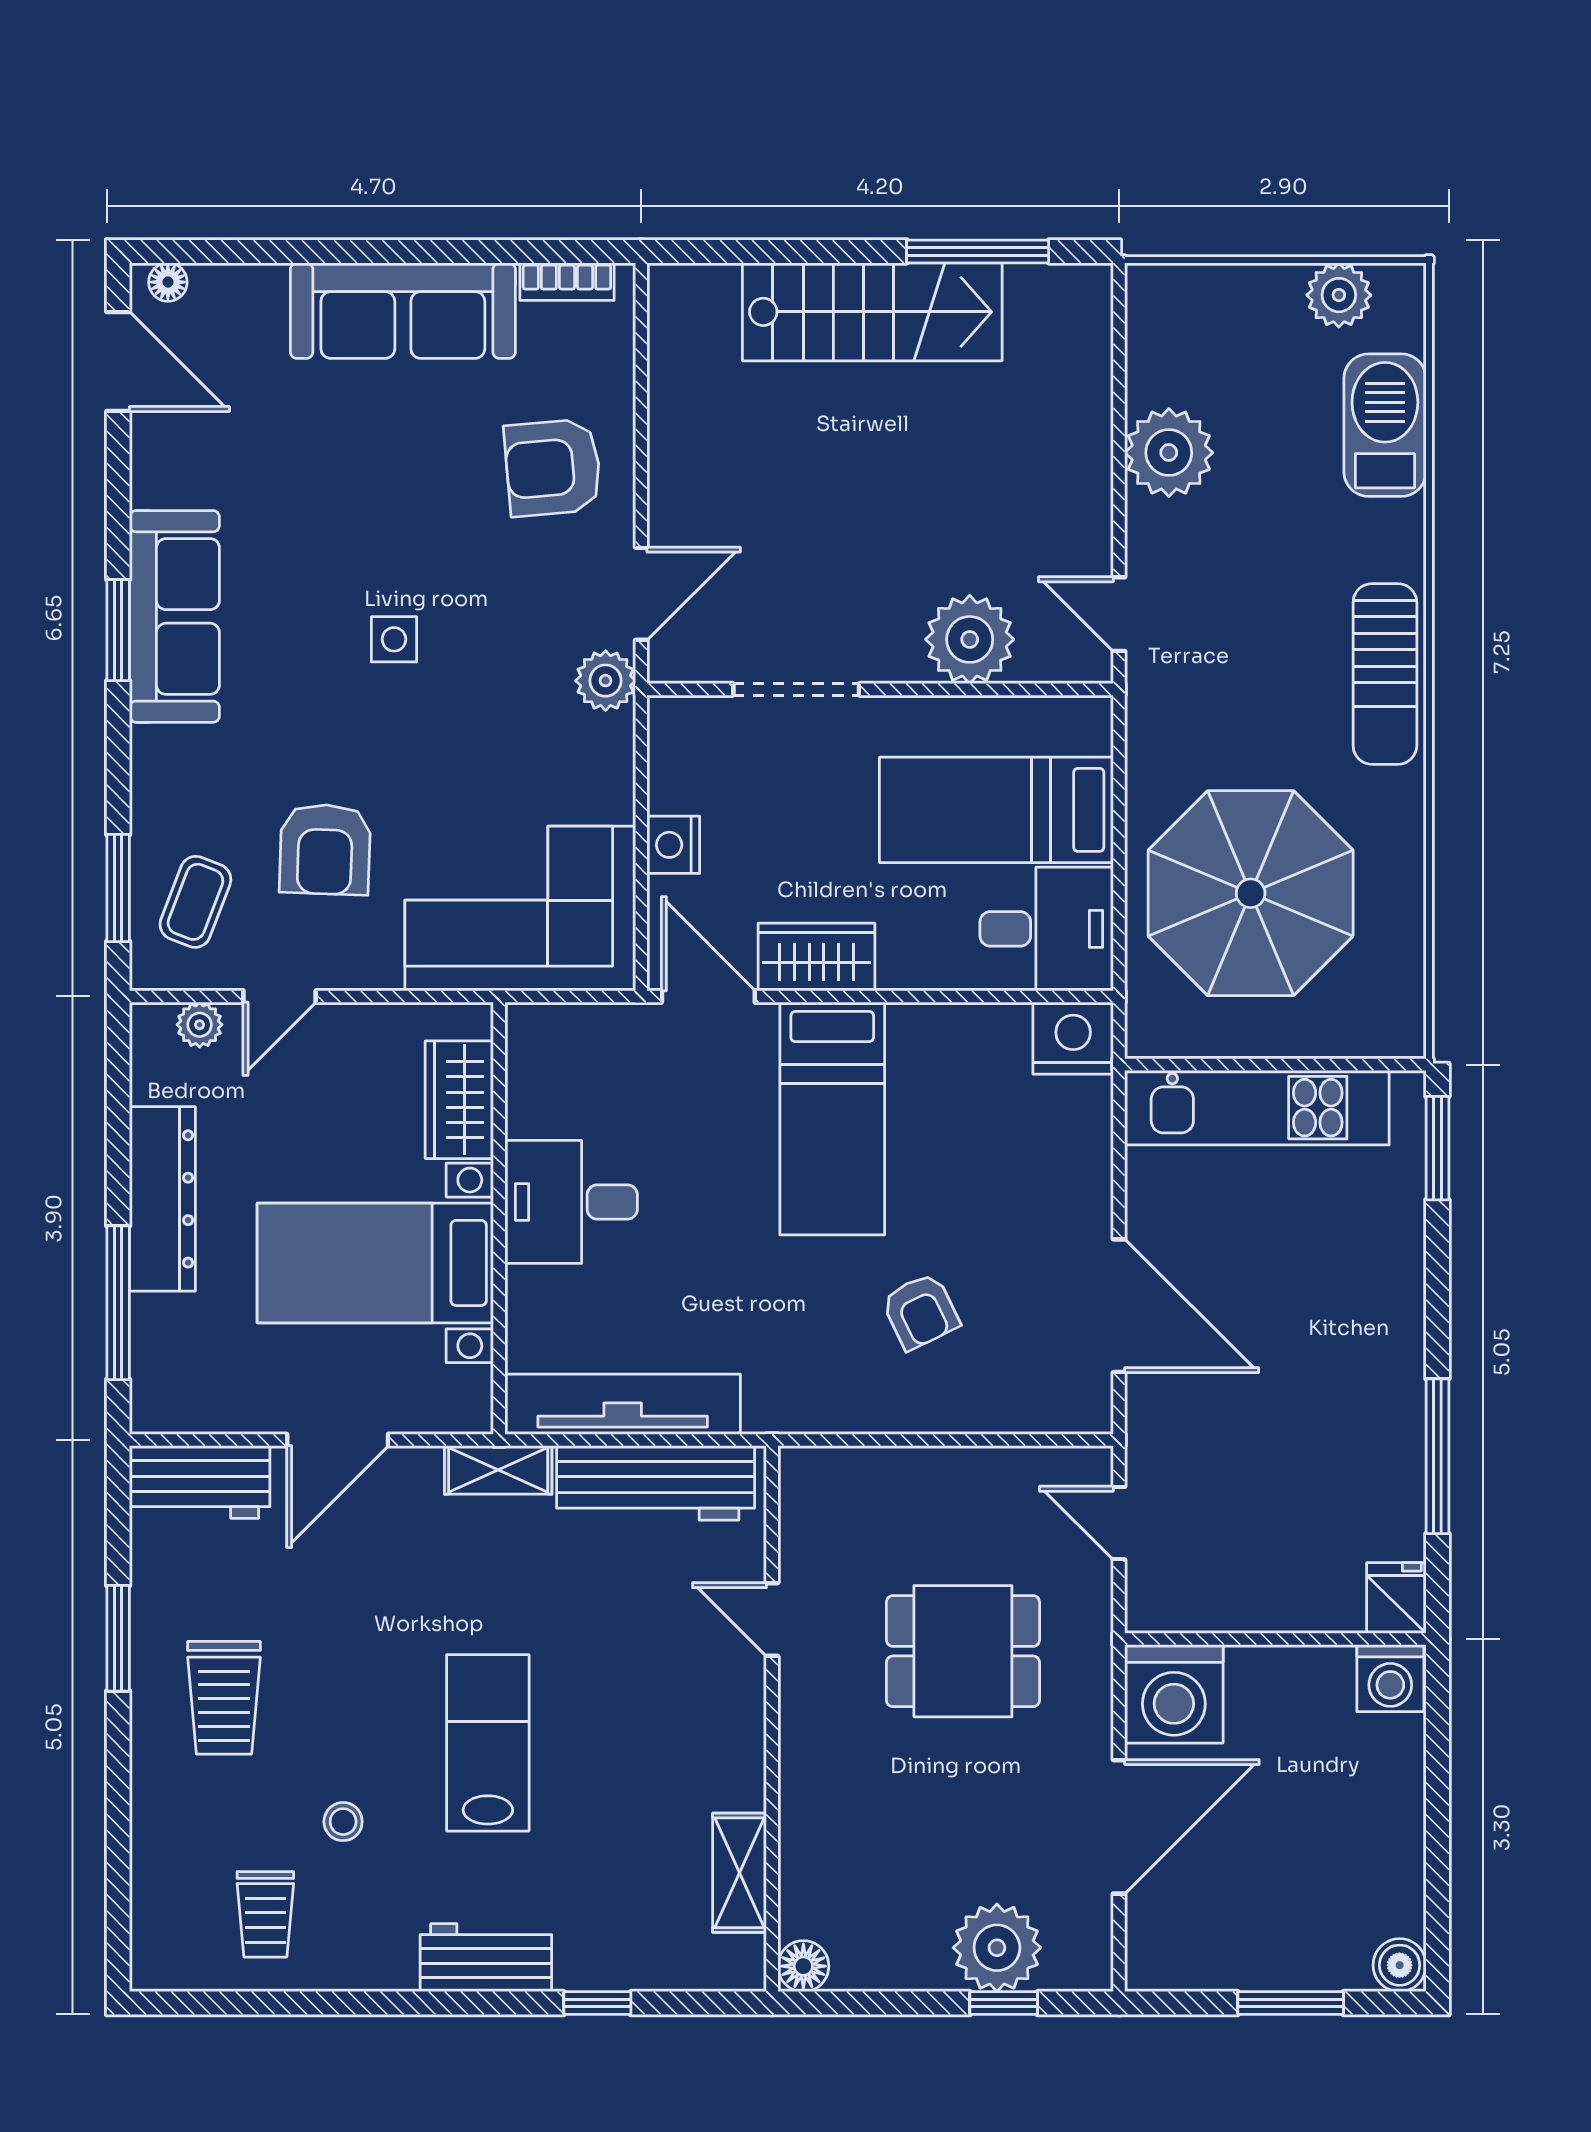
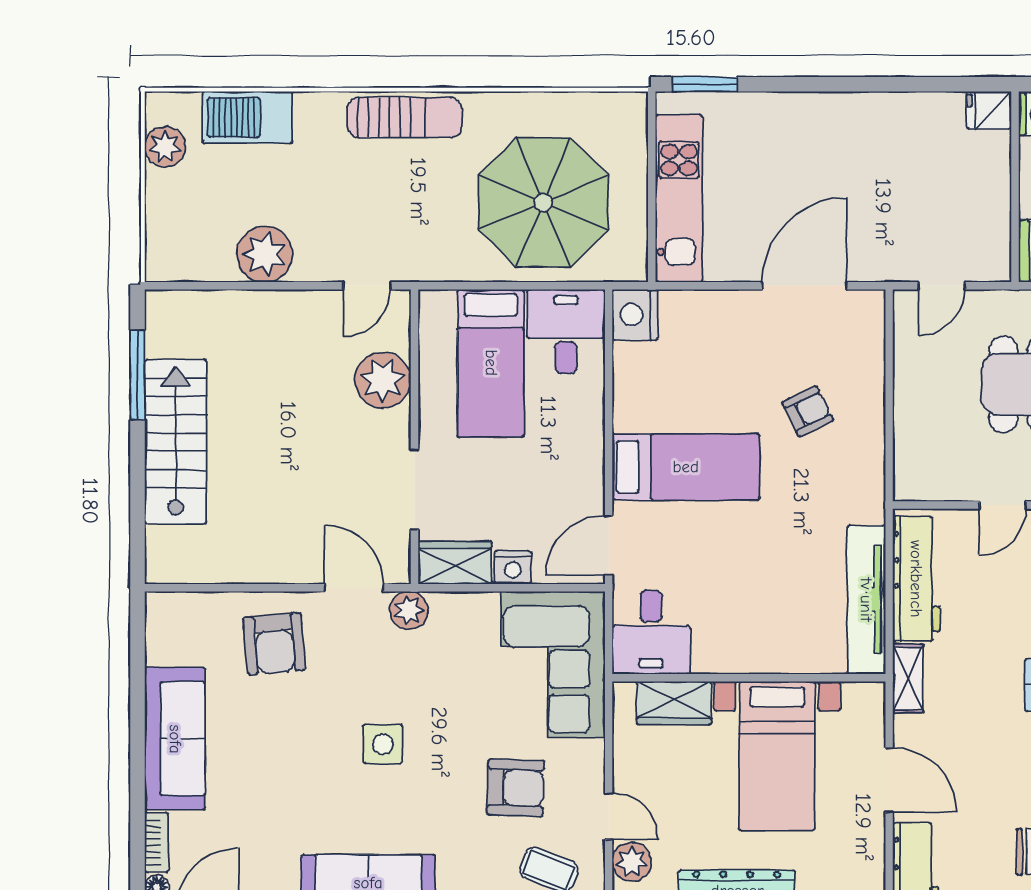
bookcase: (567, 282) -> (157, 842), moved
side table: (394, 639) -> (383, 744), width x1.37, depth x1.37
wardrobe: (817, 957) -> (455, 563), moved, turned 90
plant: (200, 1025) -> (632, 862), width x1.38, depth x1.38
desk: (571, 1202) -> (651, 632), moved
window: (1437, 1456) -> (899, 84), removed

